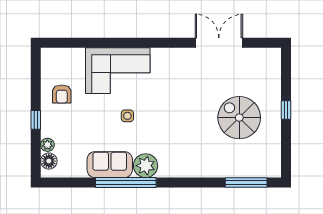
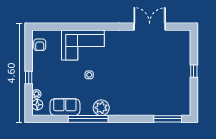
armchair: (62, 94) -> (40, 45), moved
spiral stairs: (239, 118) -> (163, 76), removed
sofa: (110, 165) -> (65, 107), moved

